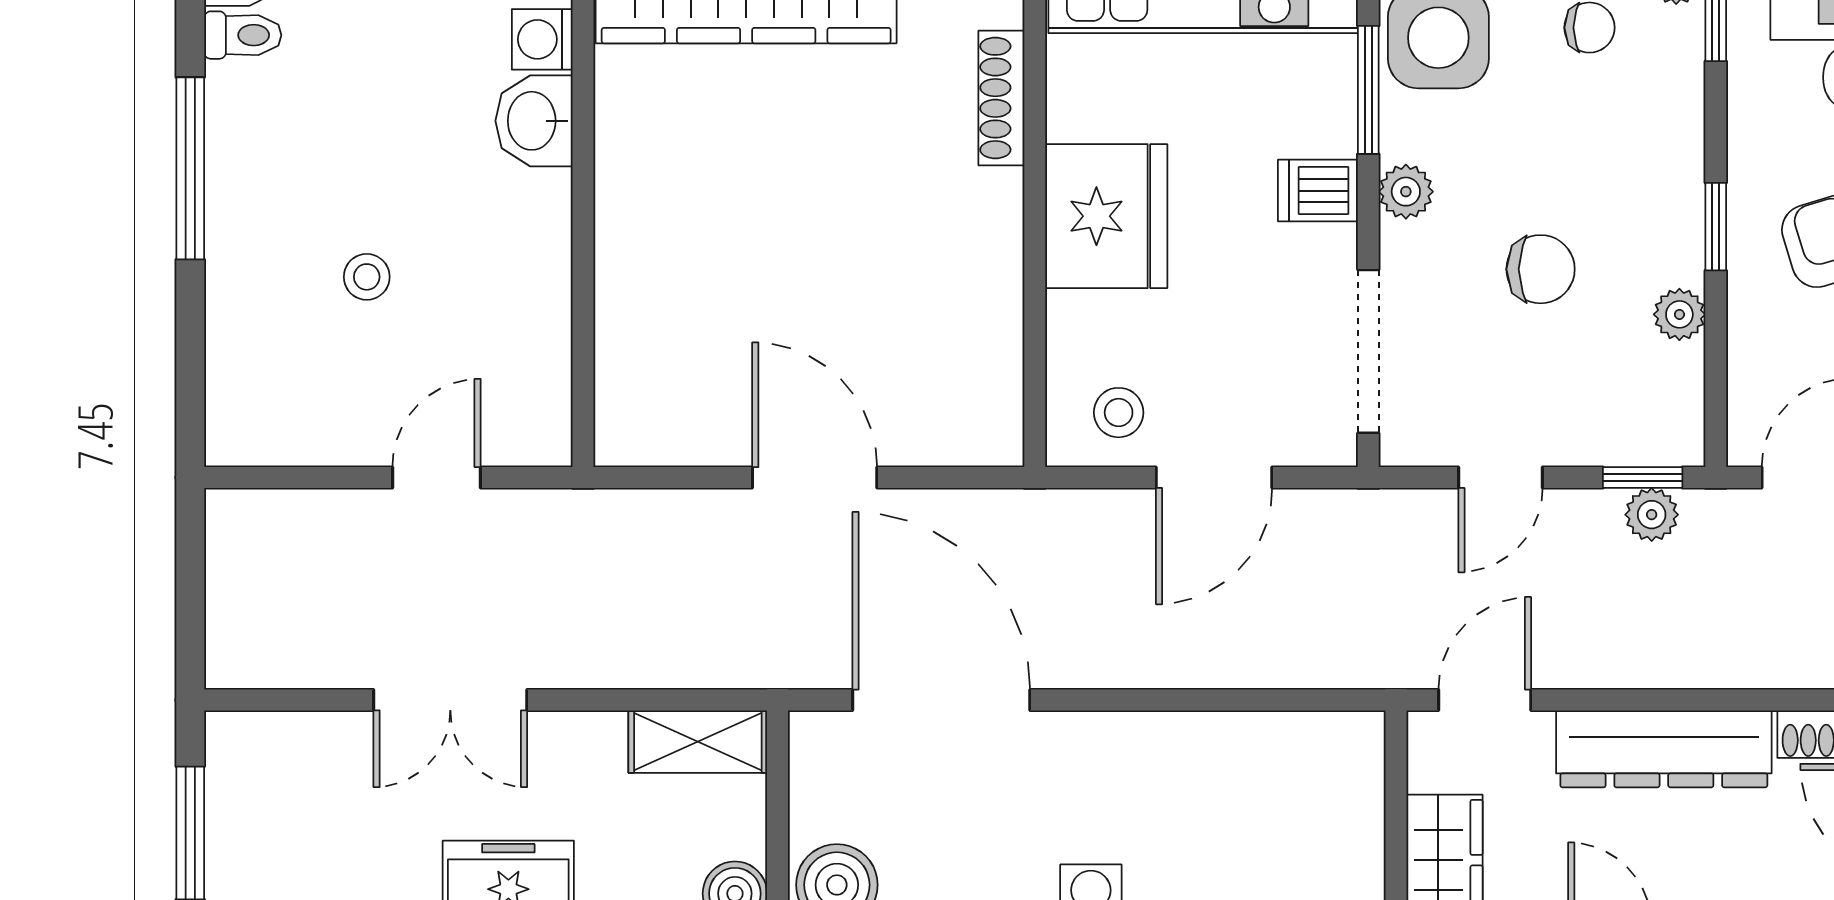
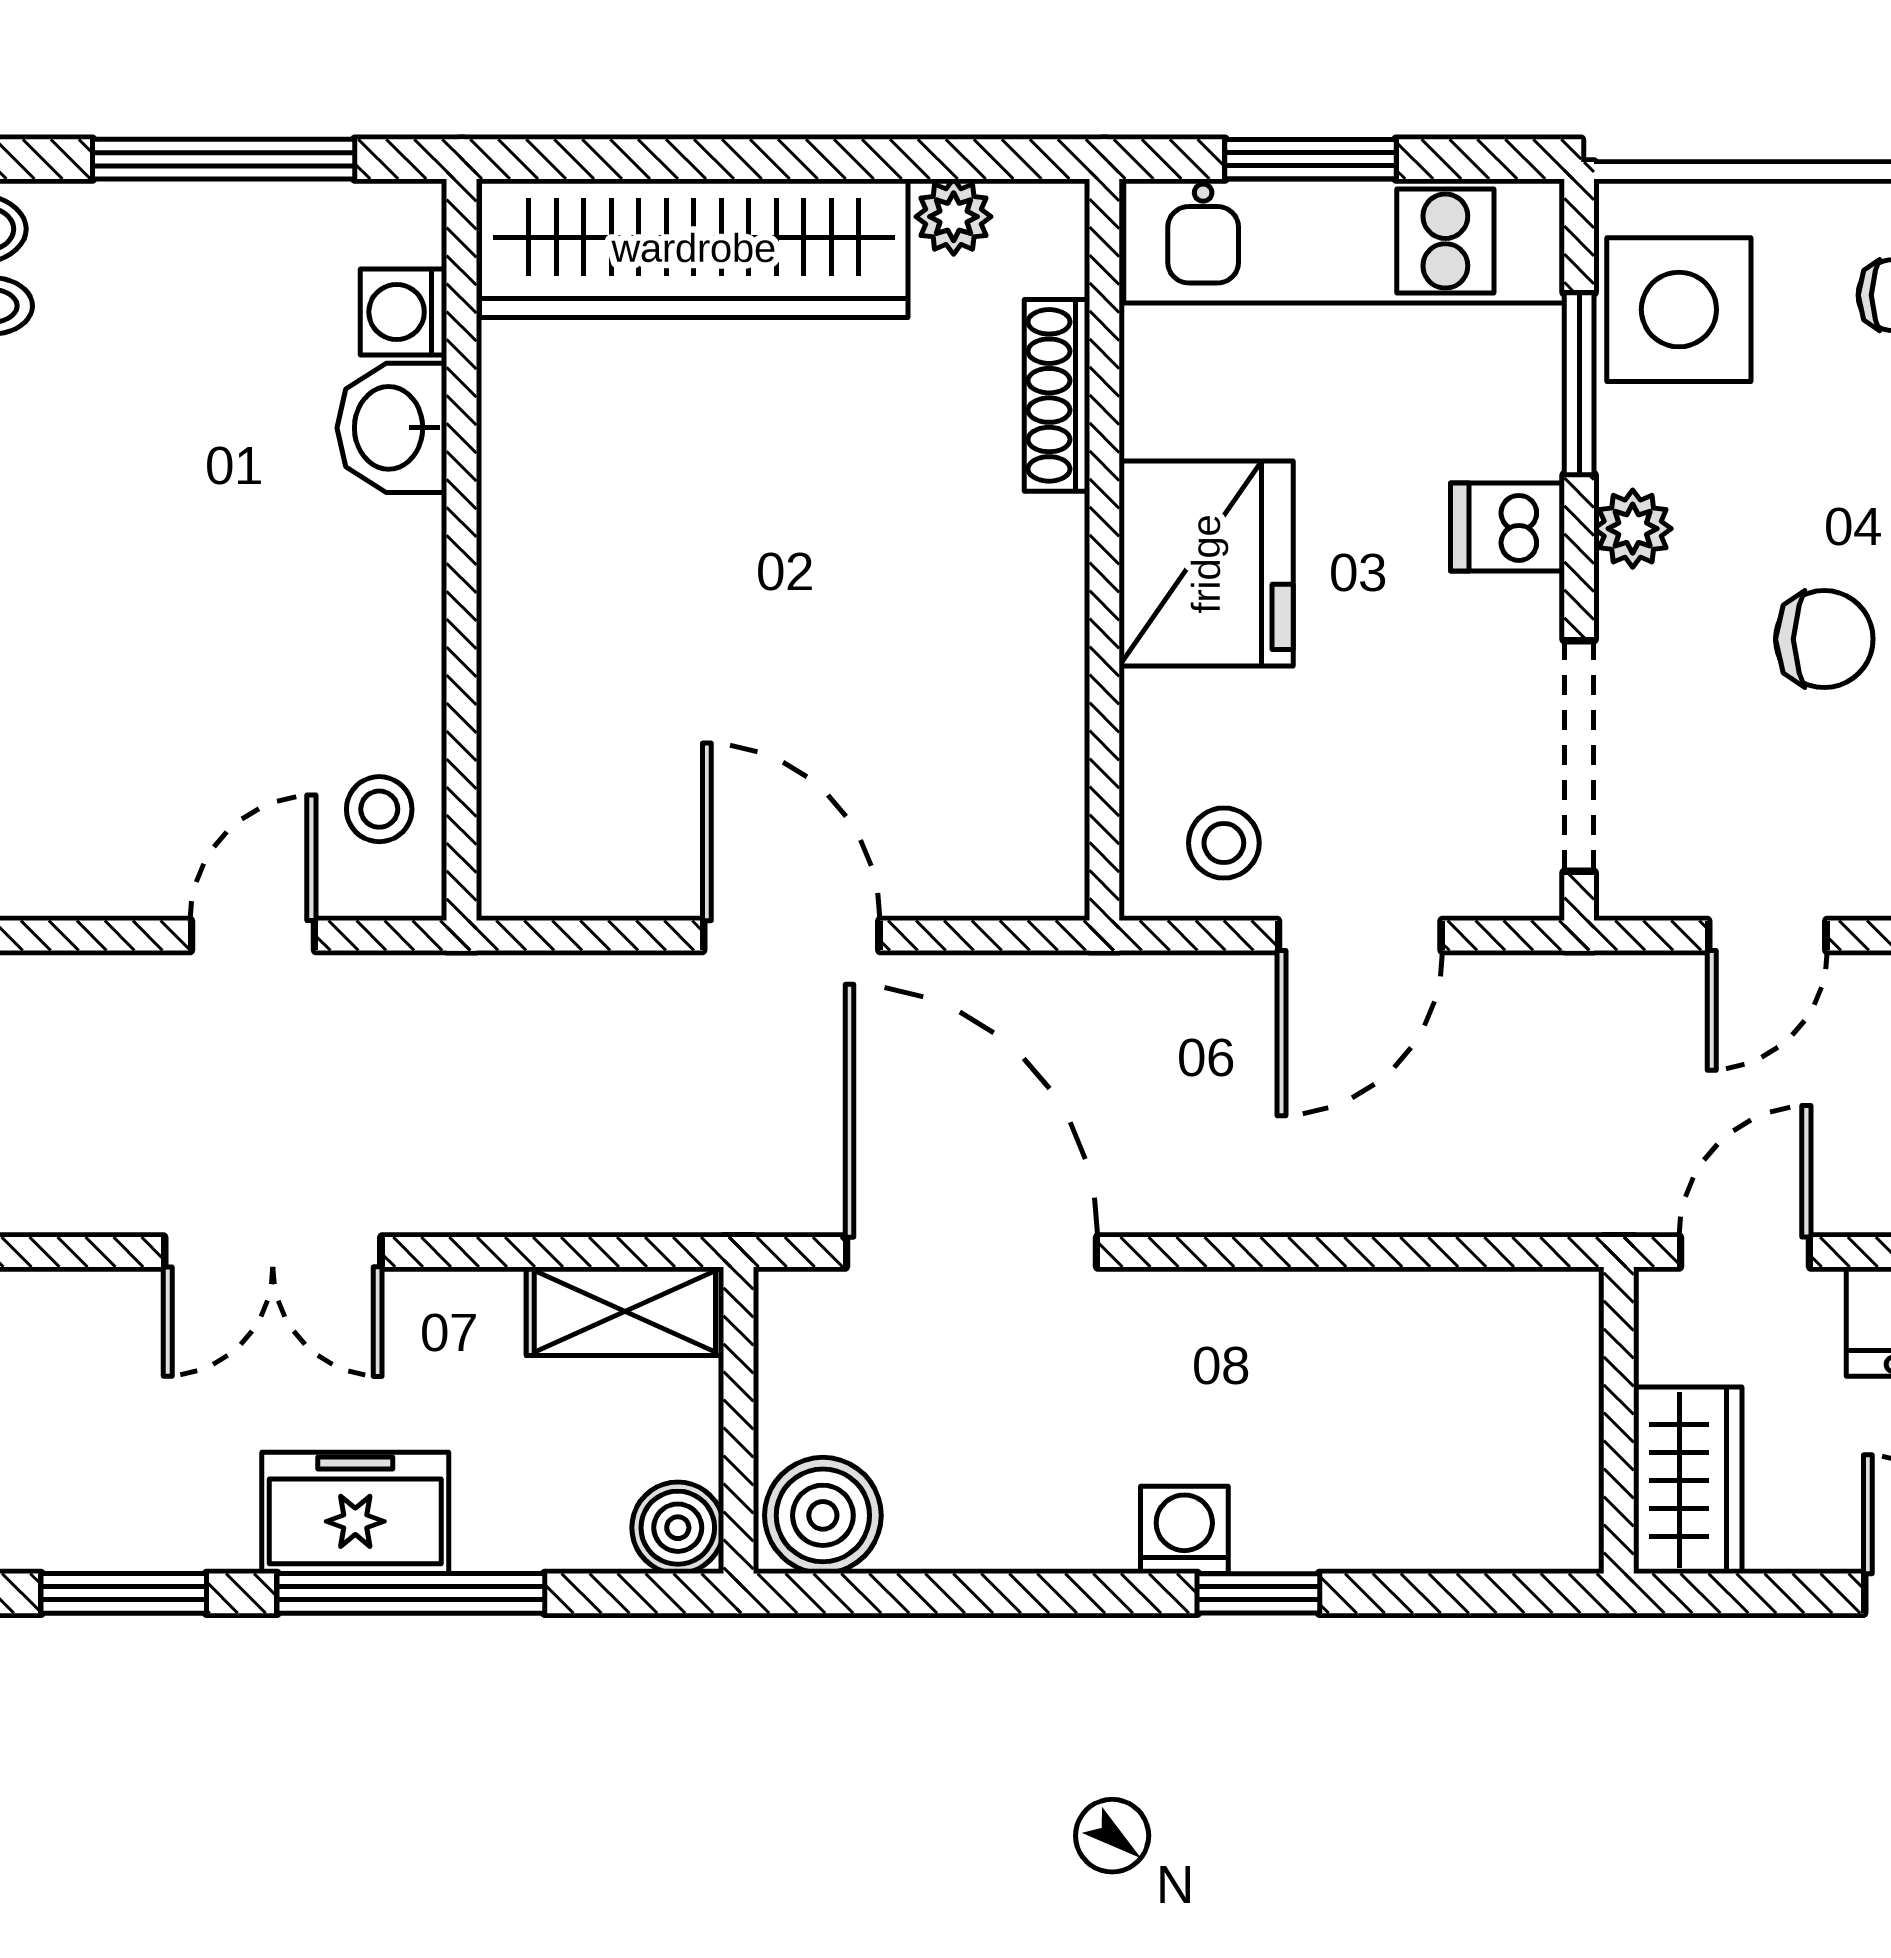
stool: (367, 277) -> (379, 809), moved

